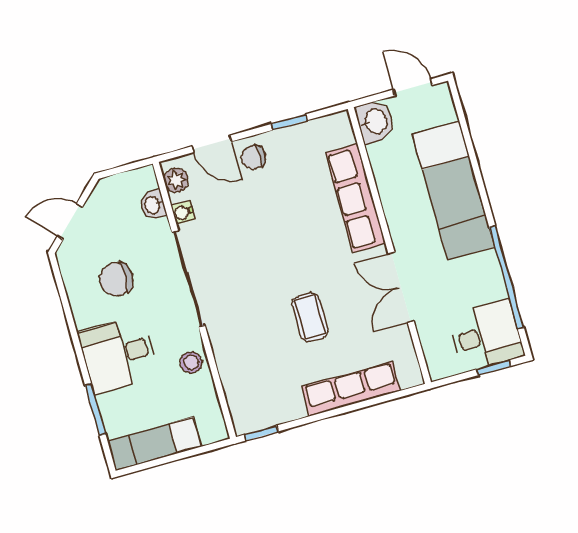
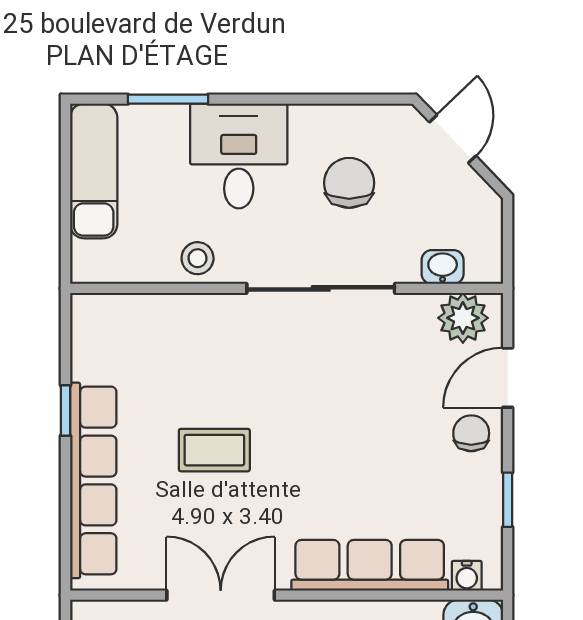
plant: (176, 180) -> (463, 318), width x1.38, depth x1.38
water cooler: (183, 212) -> (467, 576), moved, turned 180
row of seats: (351, 389) -> (93, 480), width x1.36
window: (261, 433) -> (66, 411), moved

